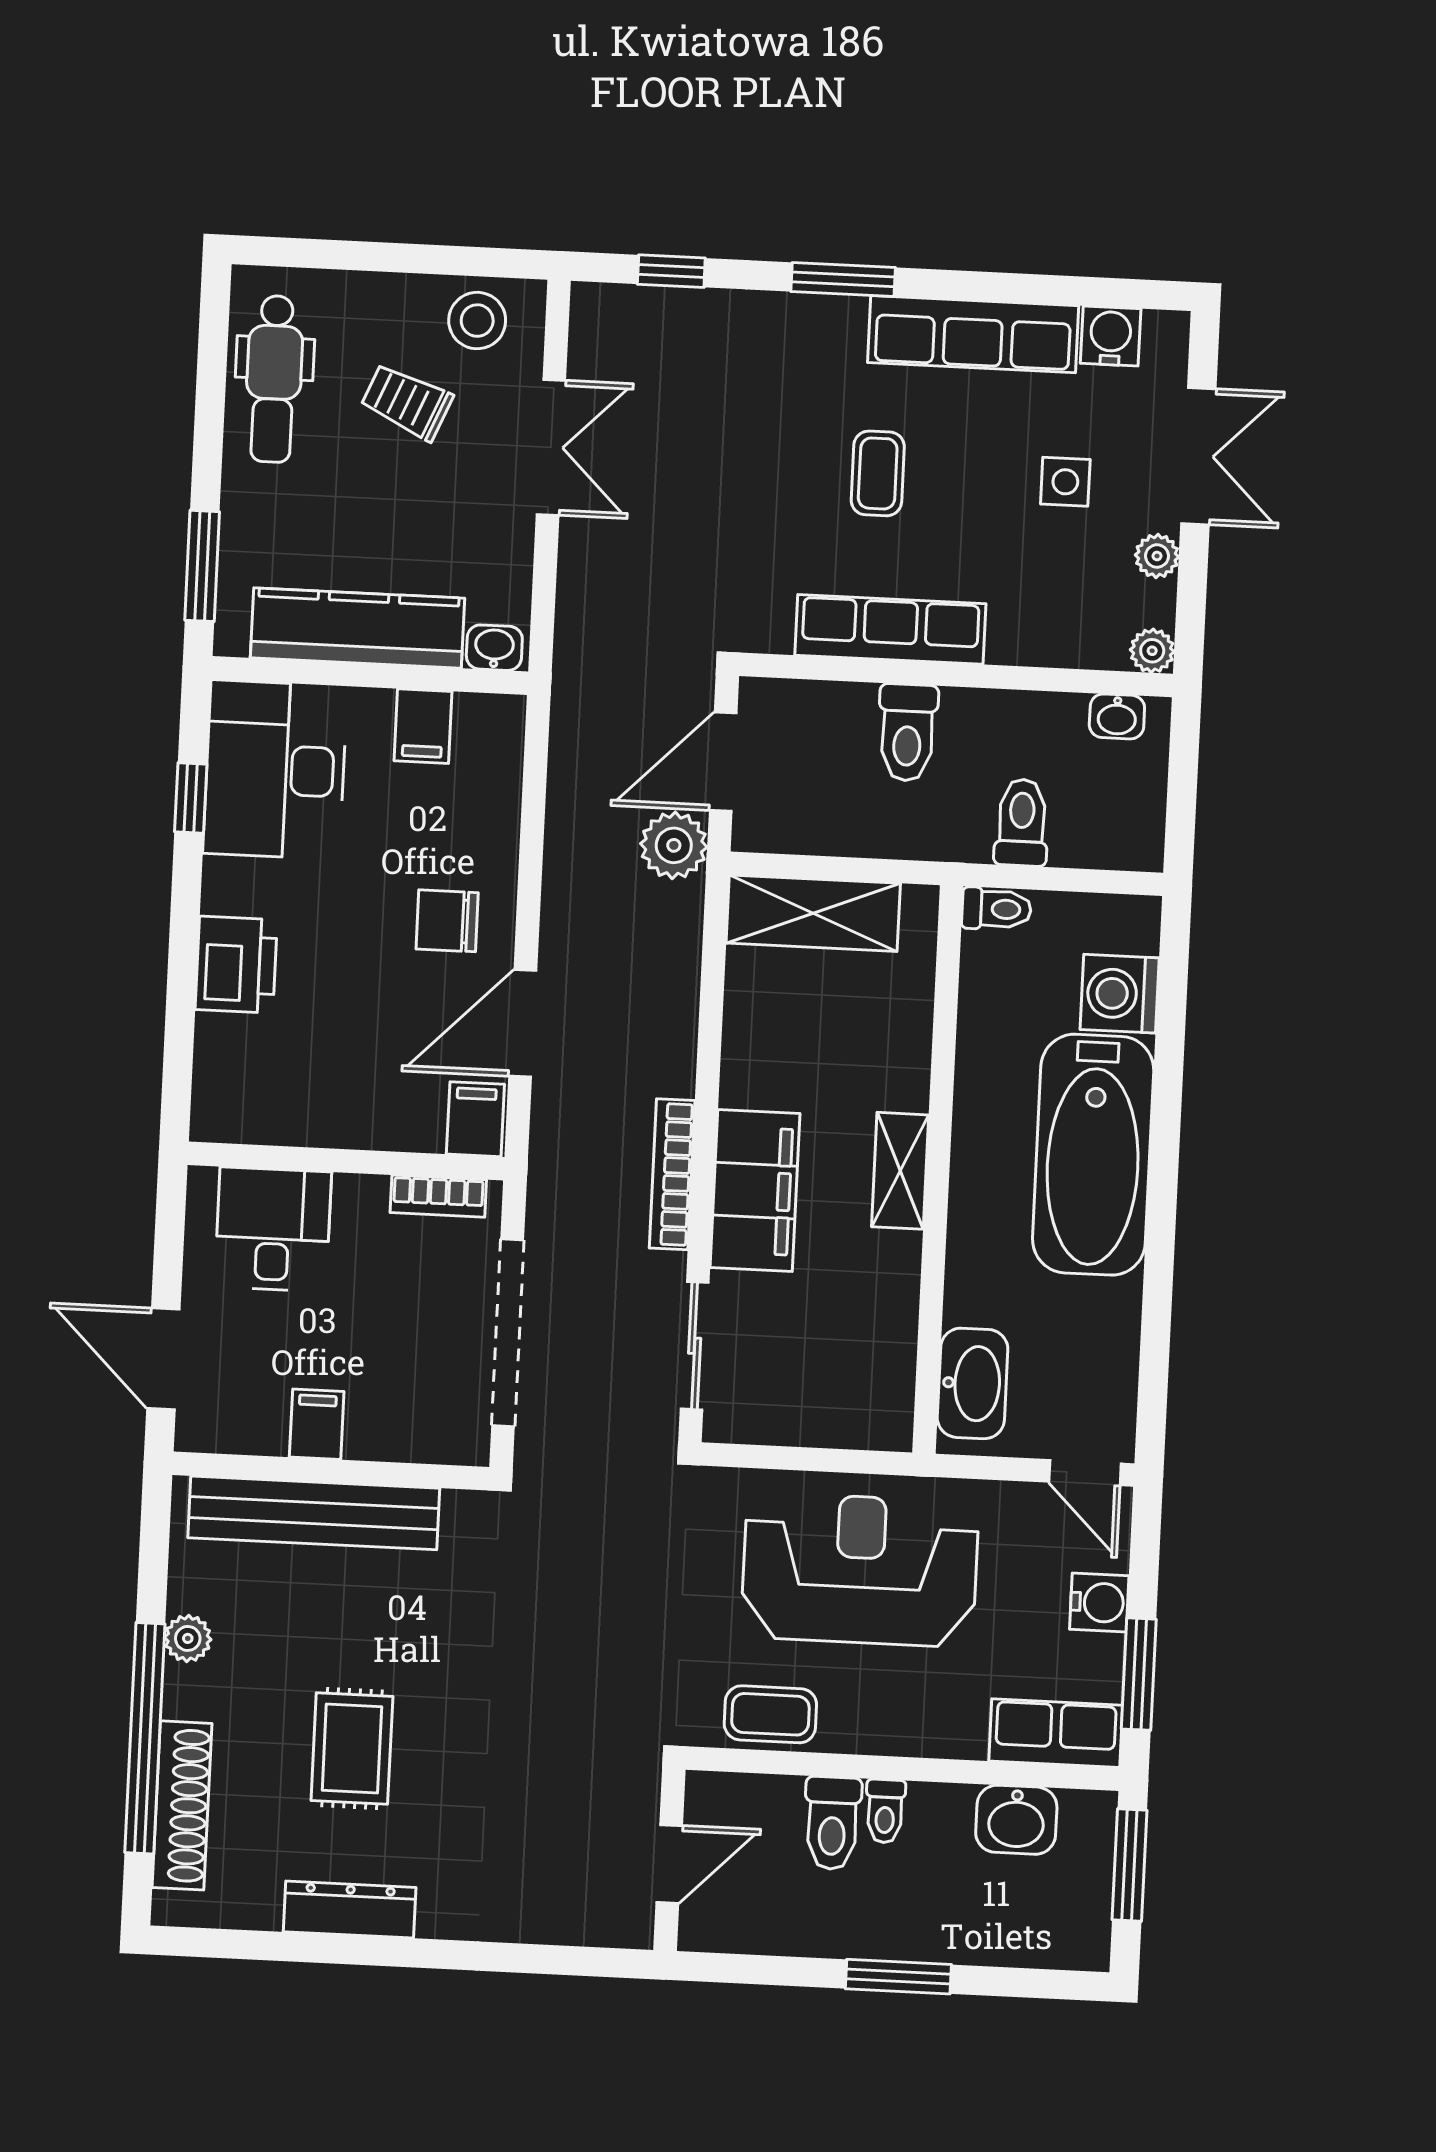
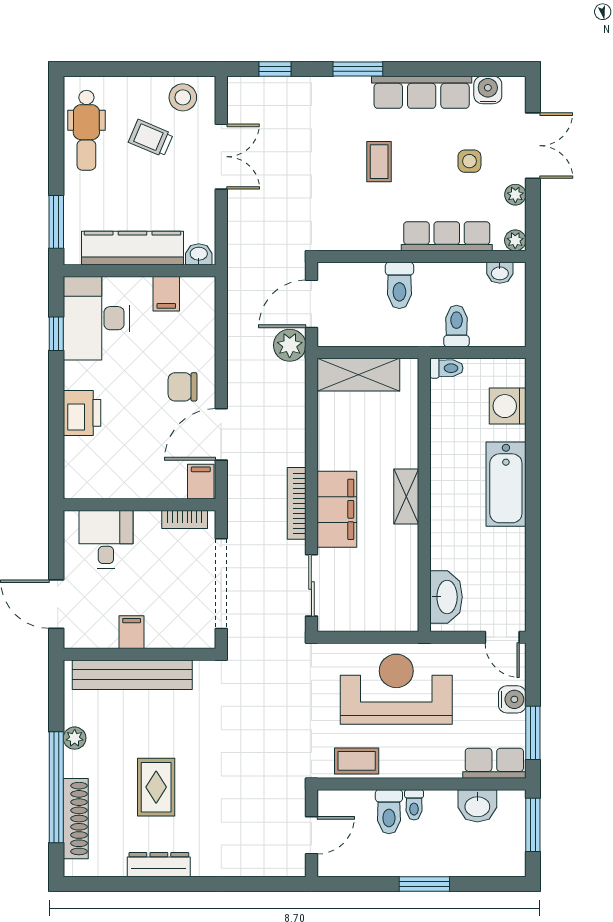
row of seats: (890, 629) -> (447, 236), moved
bathtub: (1093, 1155) -> (506, 484), width x0.73, depth x0.73

